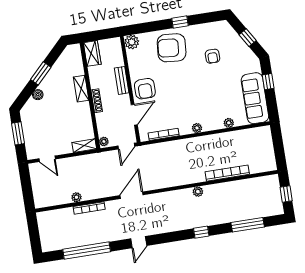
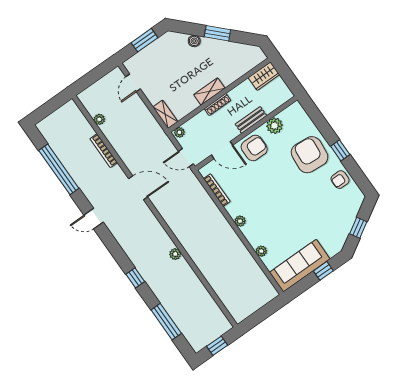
plant: (132, 42) -> (275, 126), moved
armchair: (212, 56) -> (340, 180), moved
shelving: (81, 89) -> (209, 91), moved
armchair: (145, 89) -> (254, 148), turned 180
bookcase: (227, 173) -> (209, 275), removed
plant: (76, 197) -> (99, 119), moved

